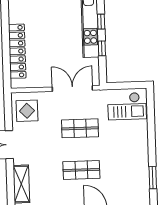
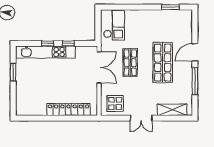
double door: (72, 89) -> (99, 67), swing flipped
shop shelf: (81, 170) -> (163, 63), width x1.43, depth x1.36

